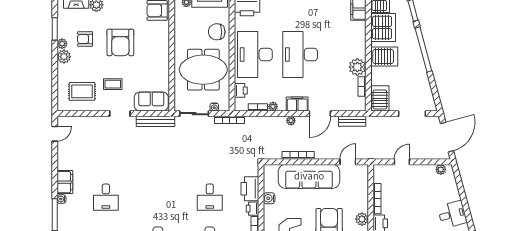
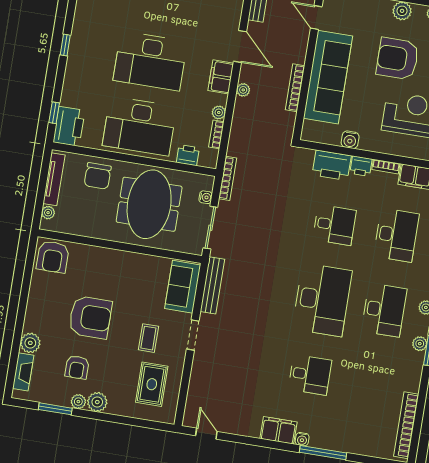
desk: (158, 197) -> (322, 300), added

